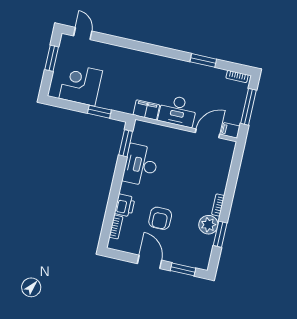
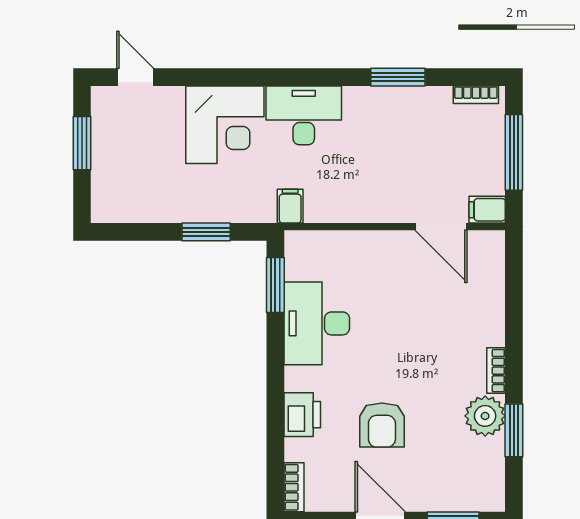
corner desk: (81, 85) -> (225, 125), moved, turned 180
filing cabinet: (146, 110) -> (290, 206), width x0.50
desk: (178, 111) -> (304, 115), moved, turned 180
door: (208, 133) -> (441, 227), swing flipped
bookcase: (116, 227) -> (294, 487), moved

